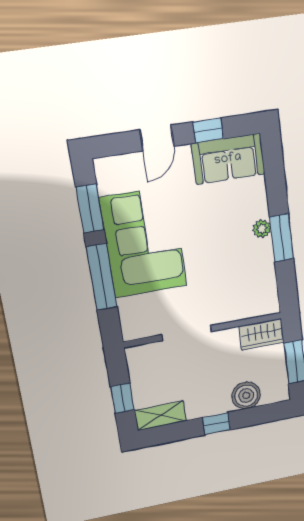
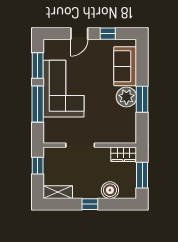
sofa: (228, 159) -> (125, 66), moved, turned 90
plant: (262, 229) -> (126, 97), width x1.87, depth x1.87
window: (122, 398) -> (38, 166), moved

